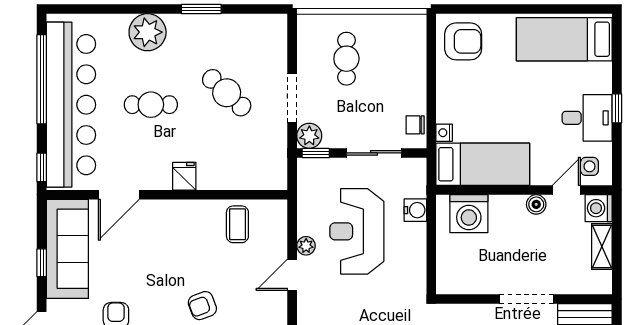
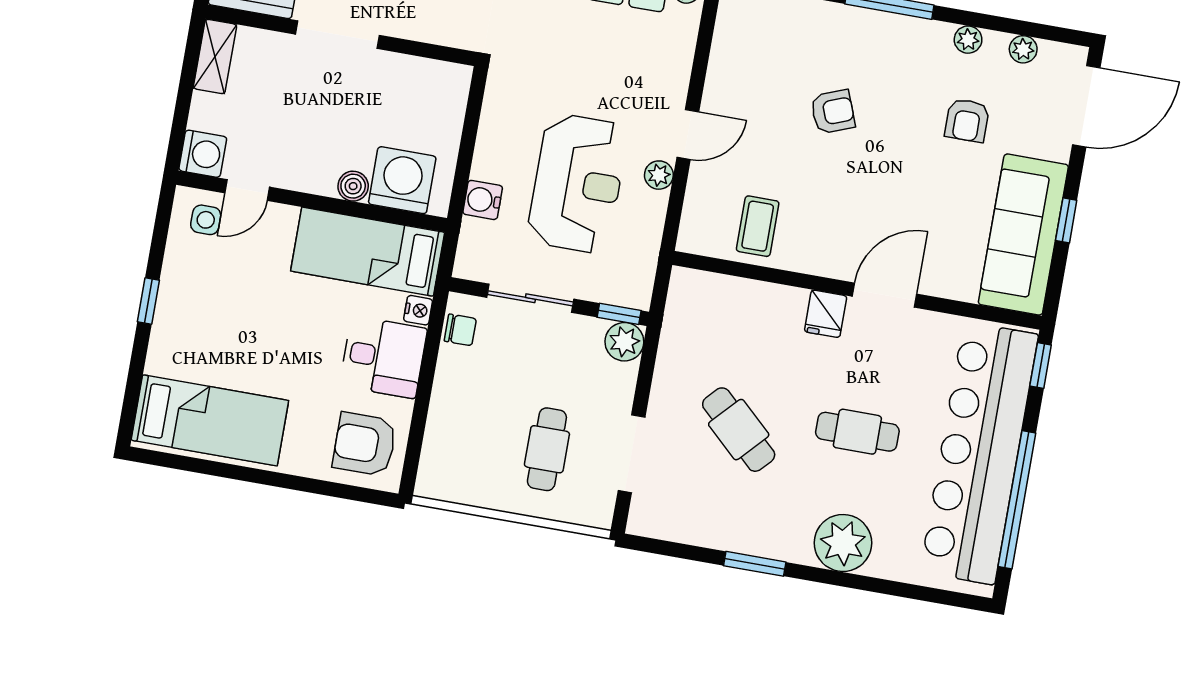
doorway: (292, 98) -> (632, 454), moved
desk: (587, 118) -> (383, 357), moved, turned 180
door: (119, 195) -> (885, 295), moved
boiler: (536, 204) -> (353, 186), moved
shelving: (602, 246) -> (215, 56), moved

